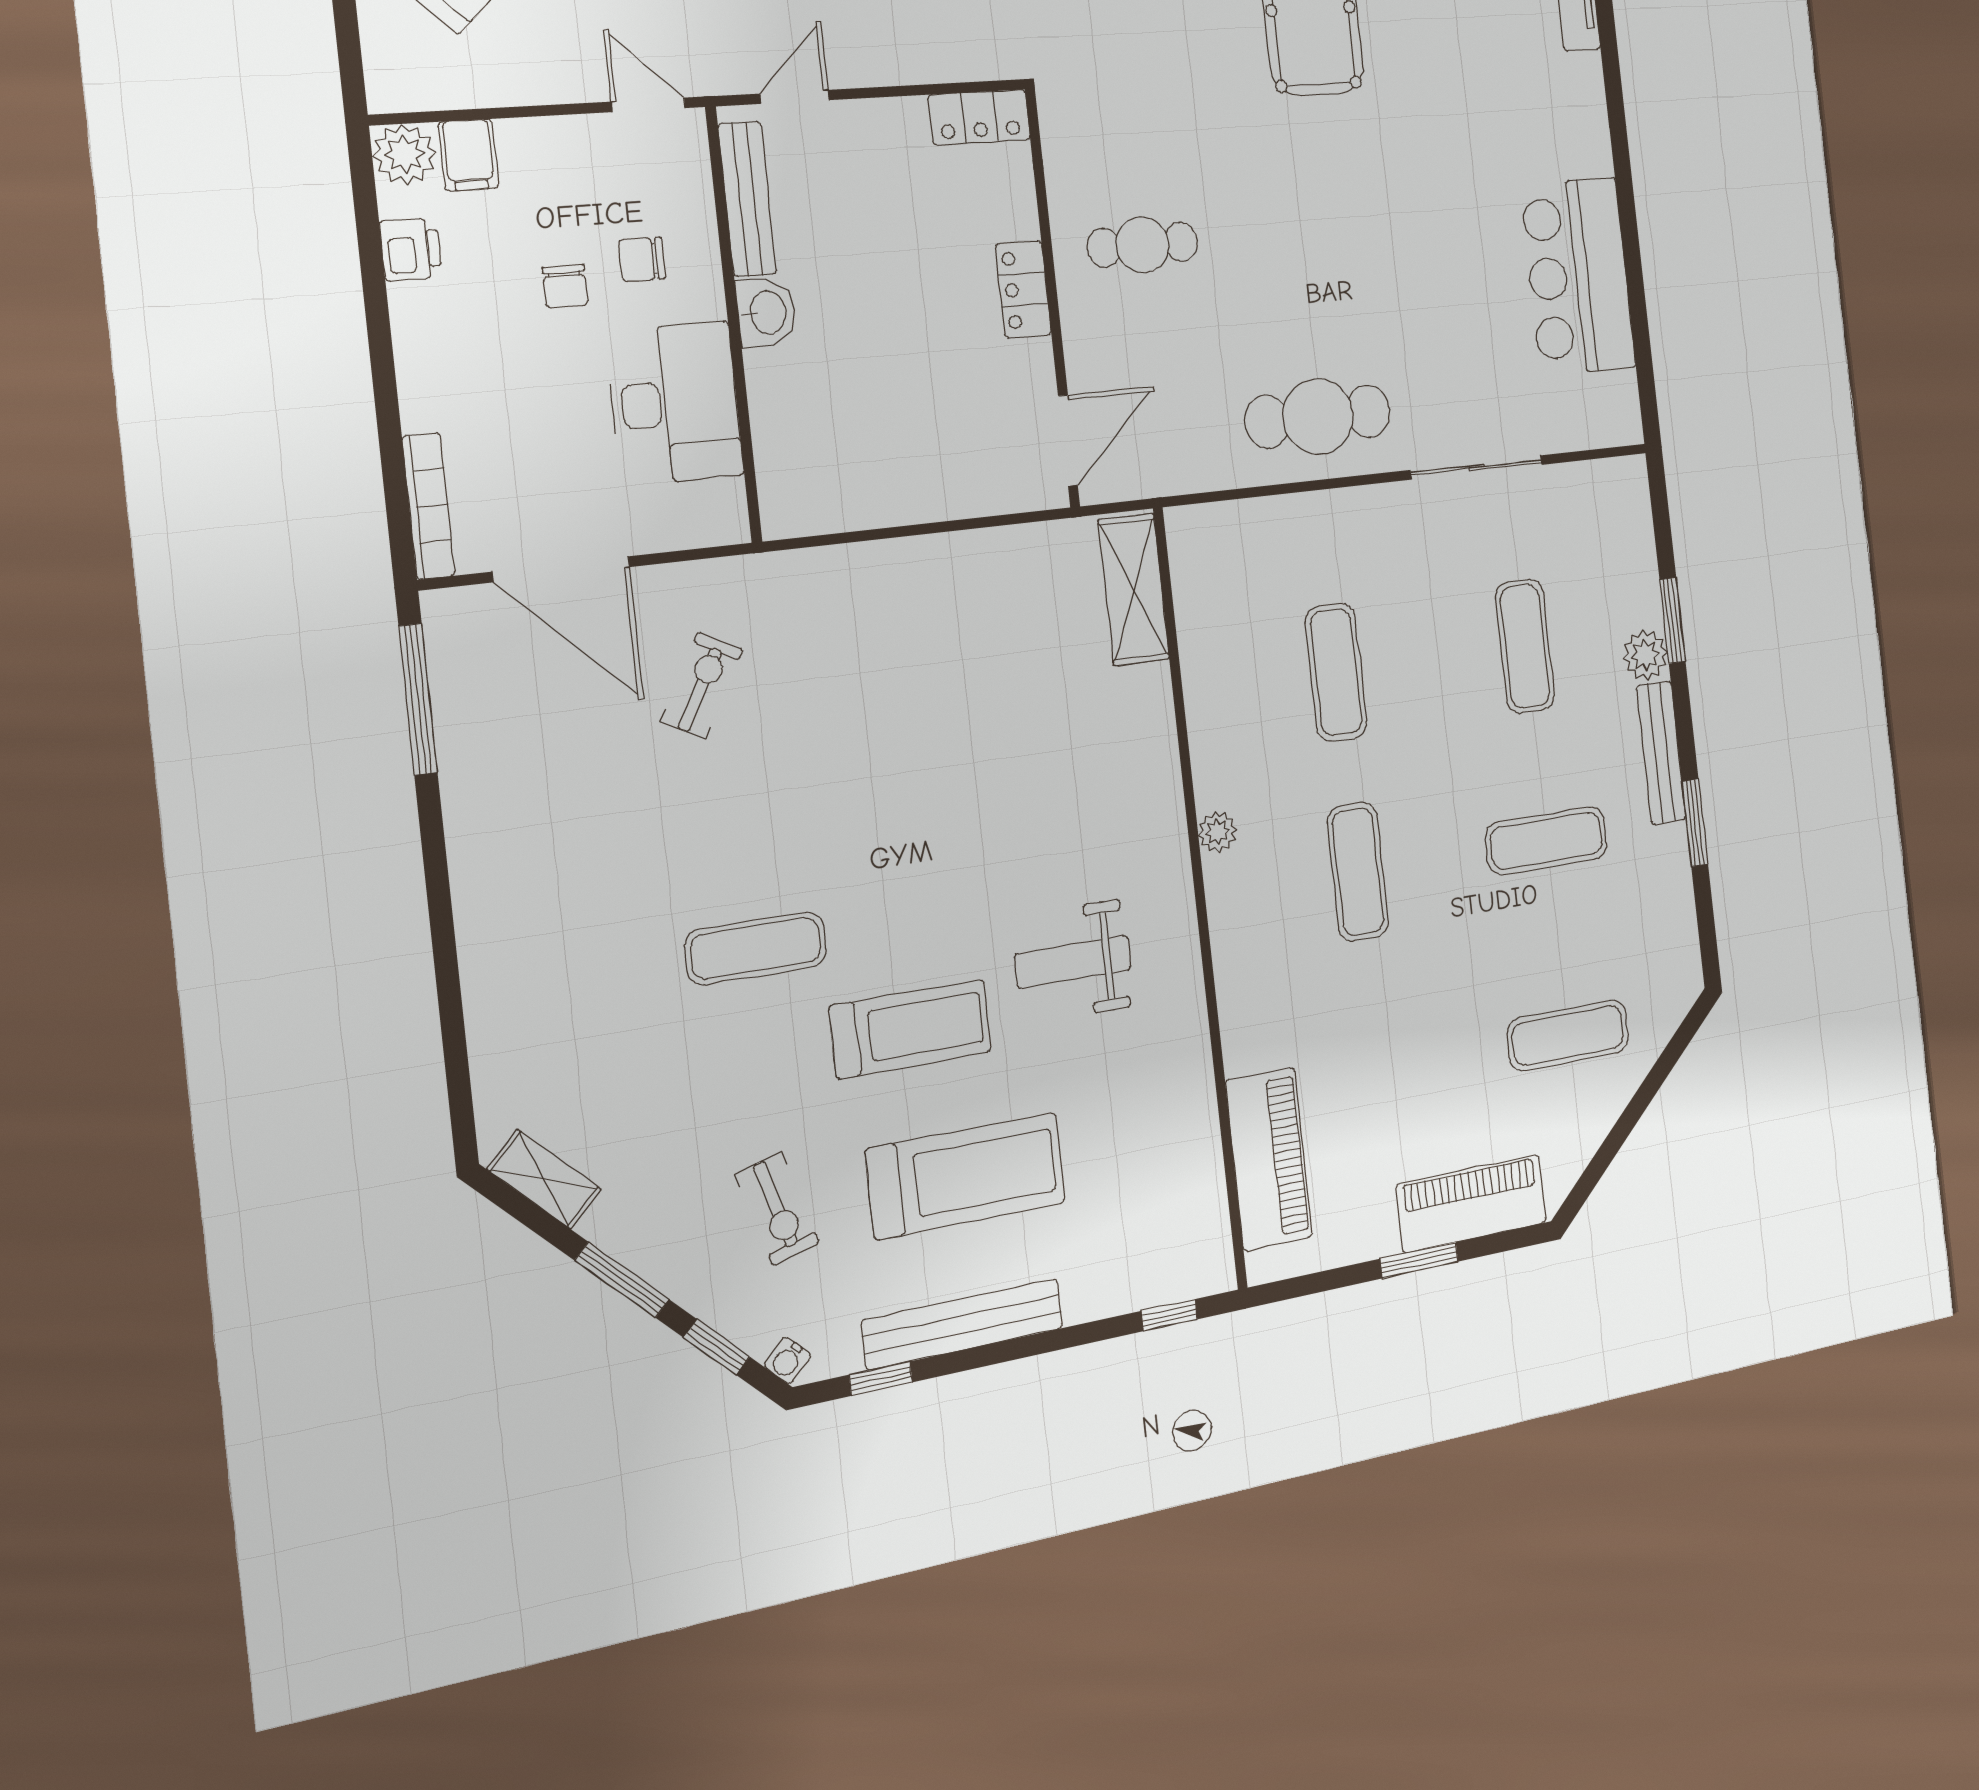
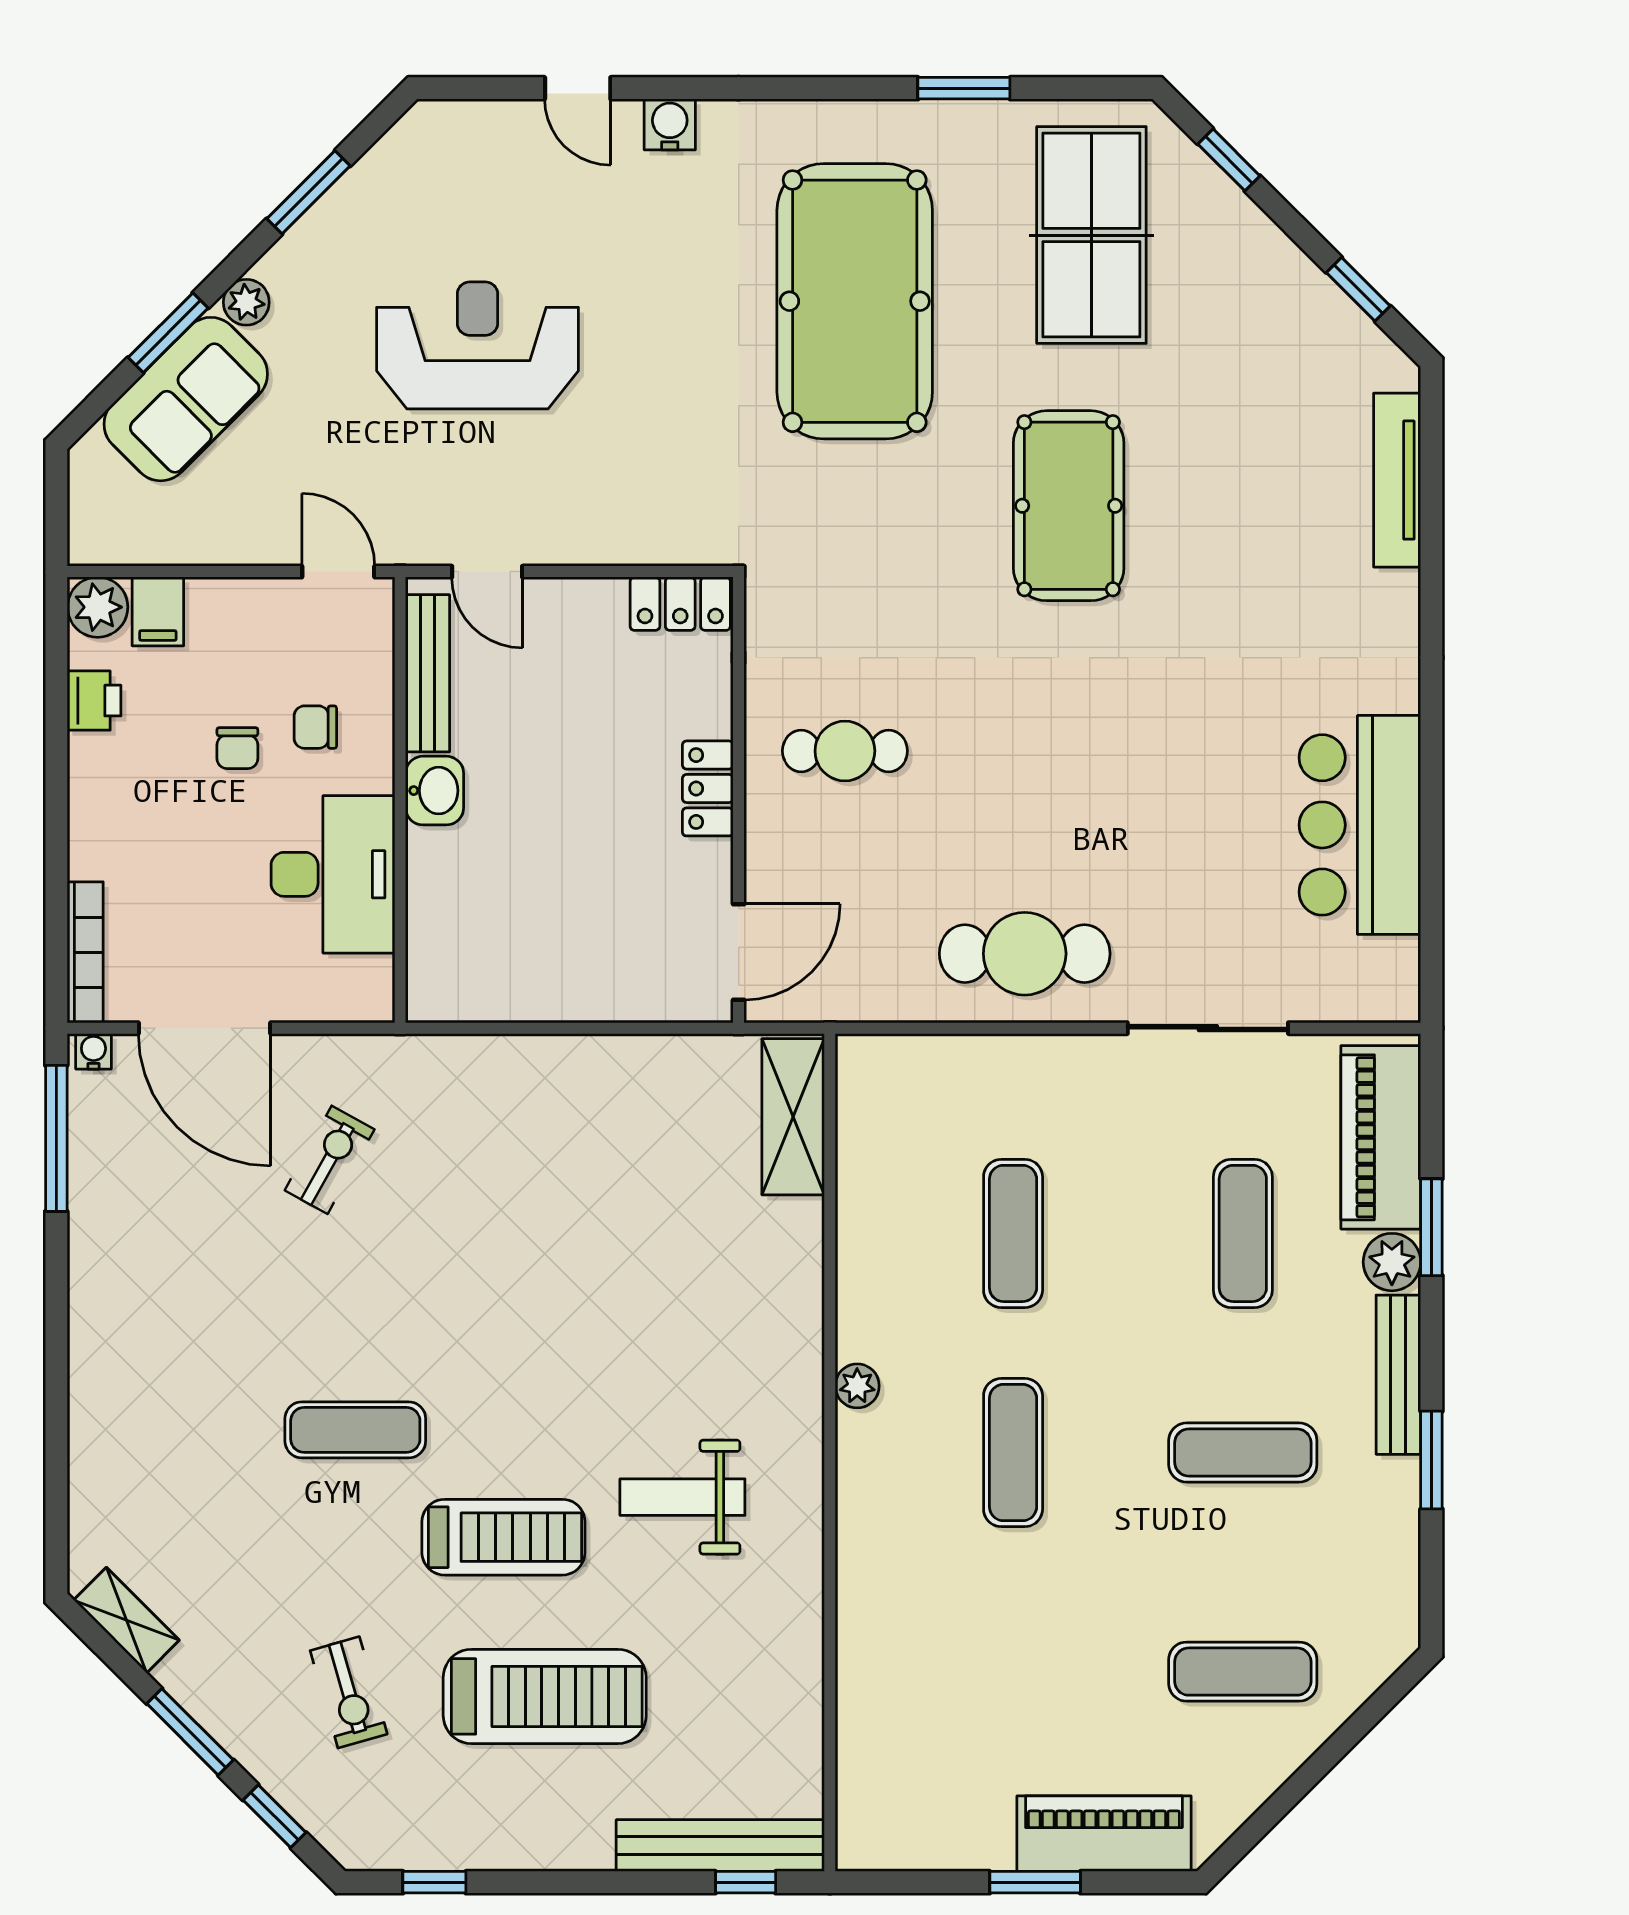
door: (794, 97) -> (487, 572), swing flipped
piano: (1269, 1159) -> (1381, 1137), moved, turned 180
bench: (963, 1324) -> (720, 1846), moved
water cooler: (787, 1360) -> (93, 1051), moved, turned 135

